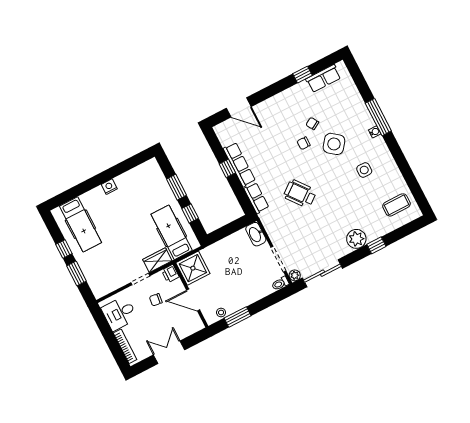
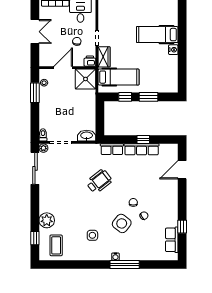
hospital bed: (80, 224) -> (157, 35), moved
plant: (356, 239) -> (47, 220), moved
window: (376, 245) -> (35, 238), moved

